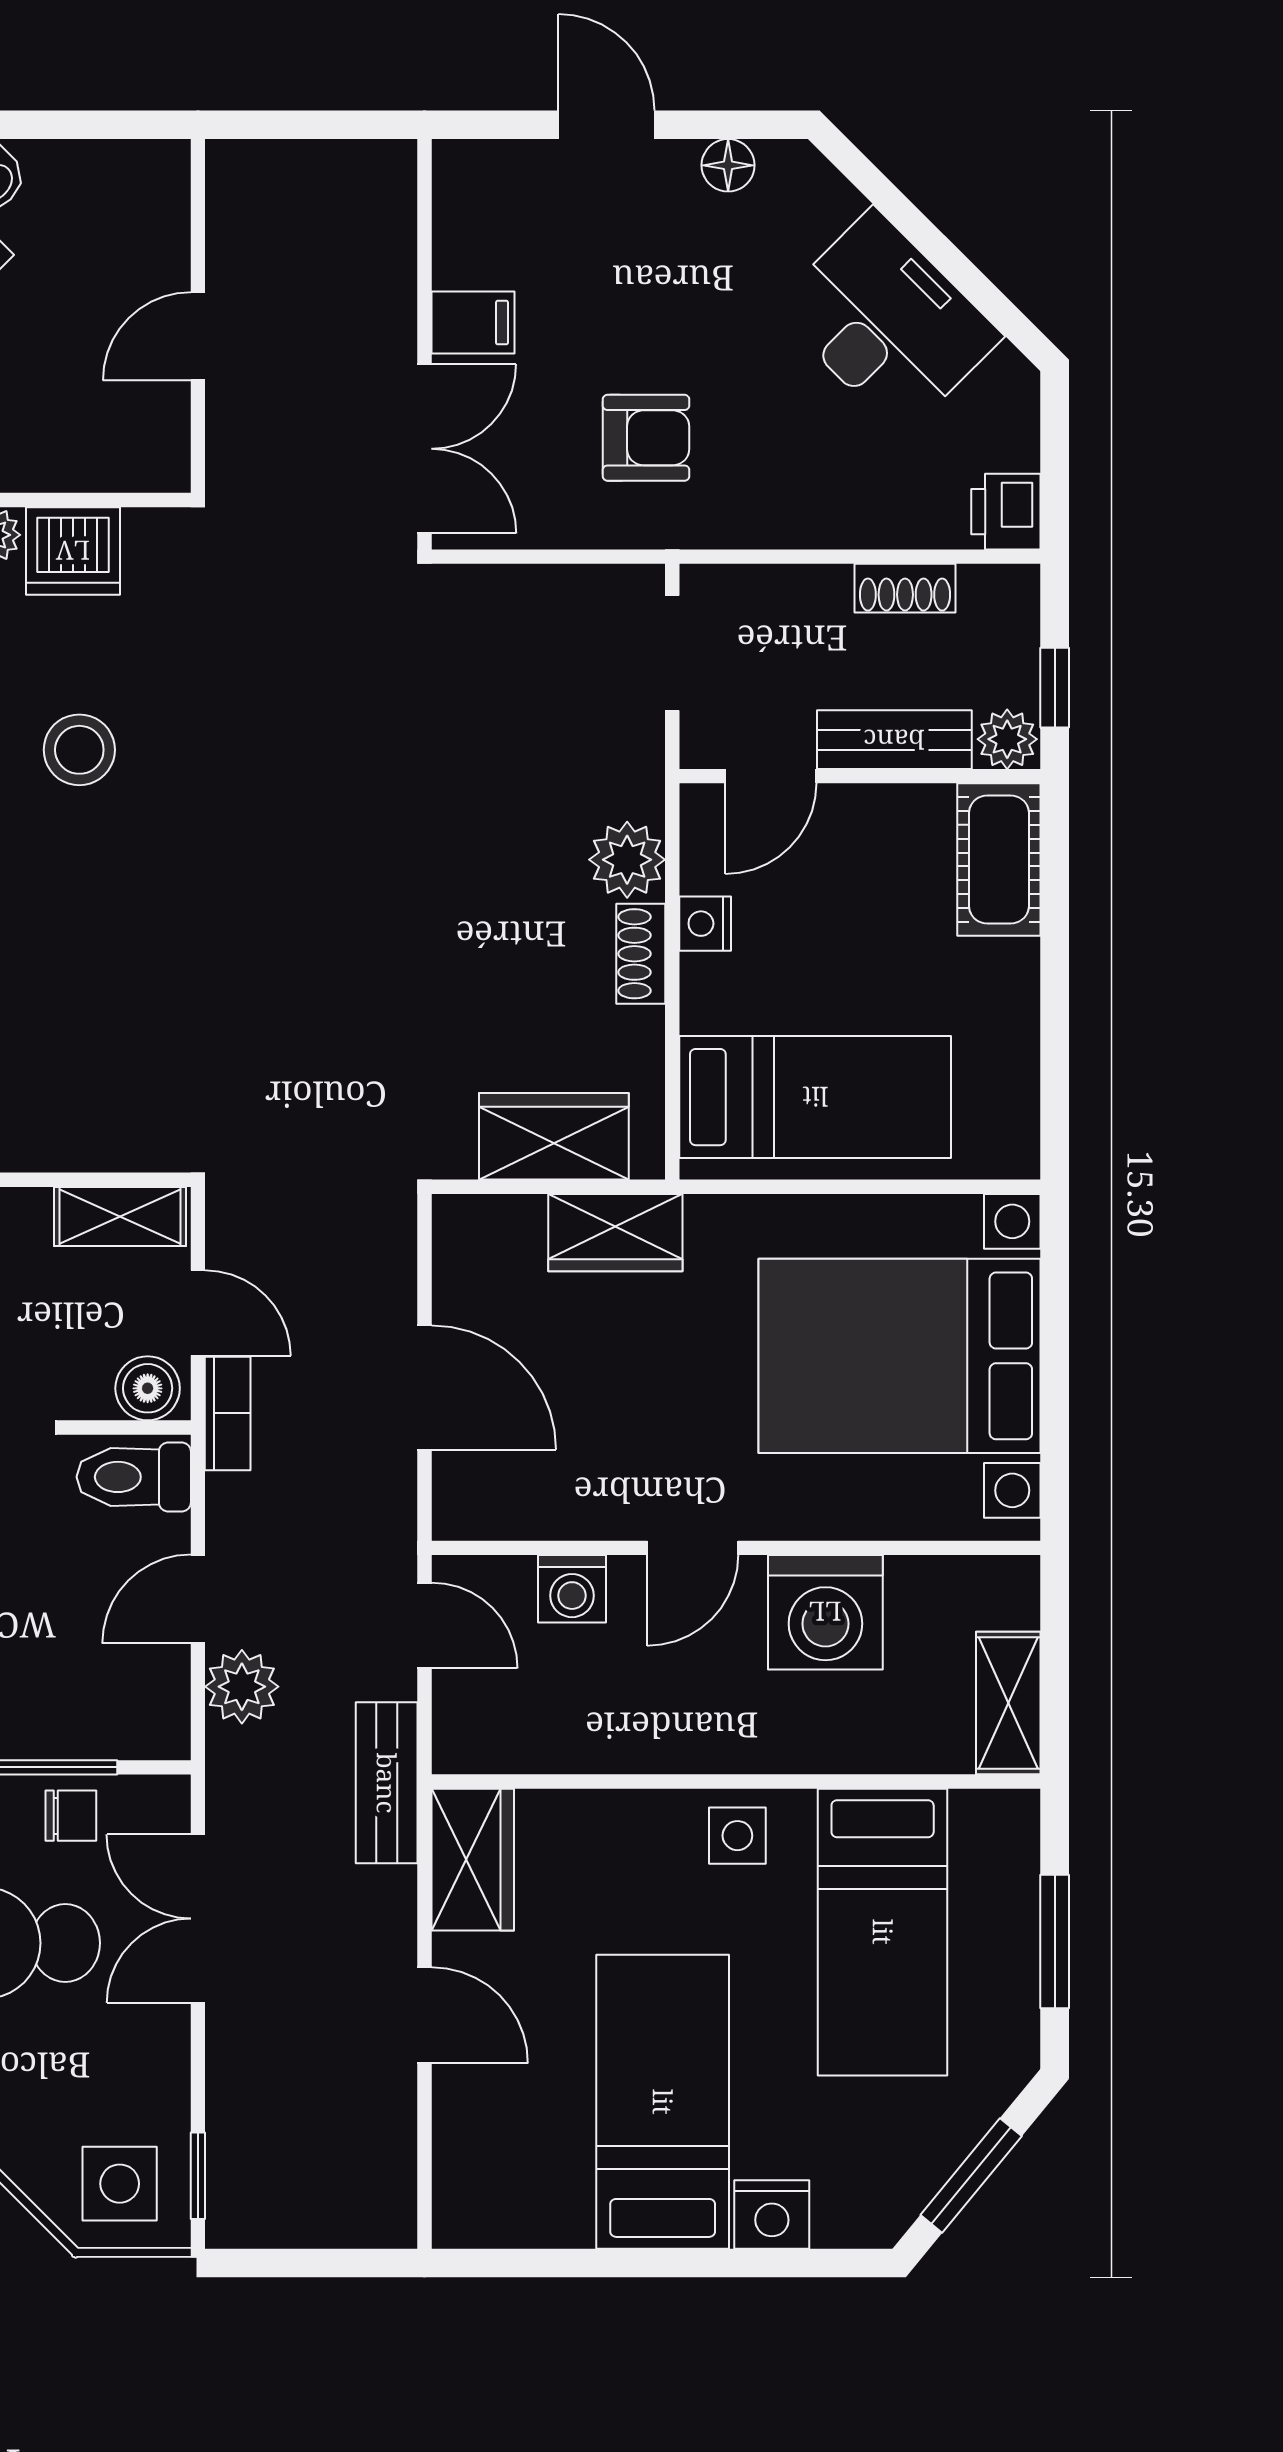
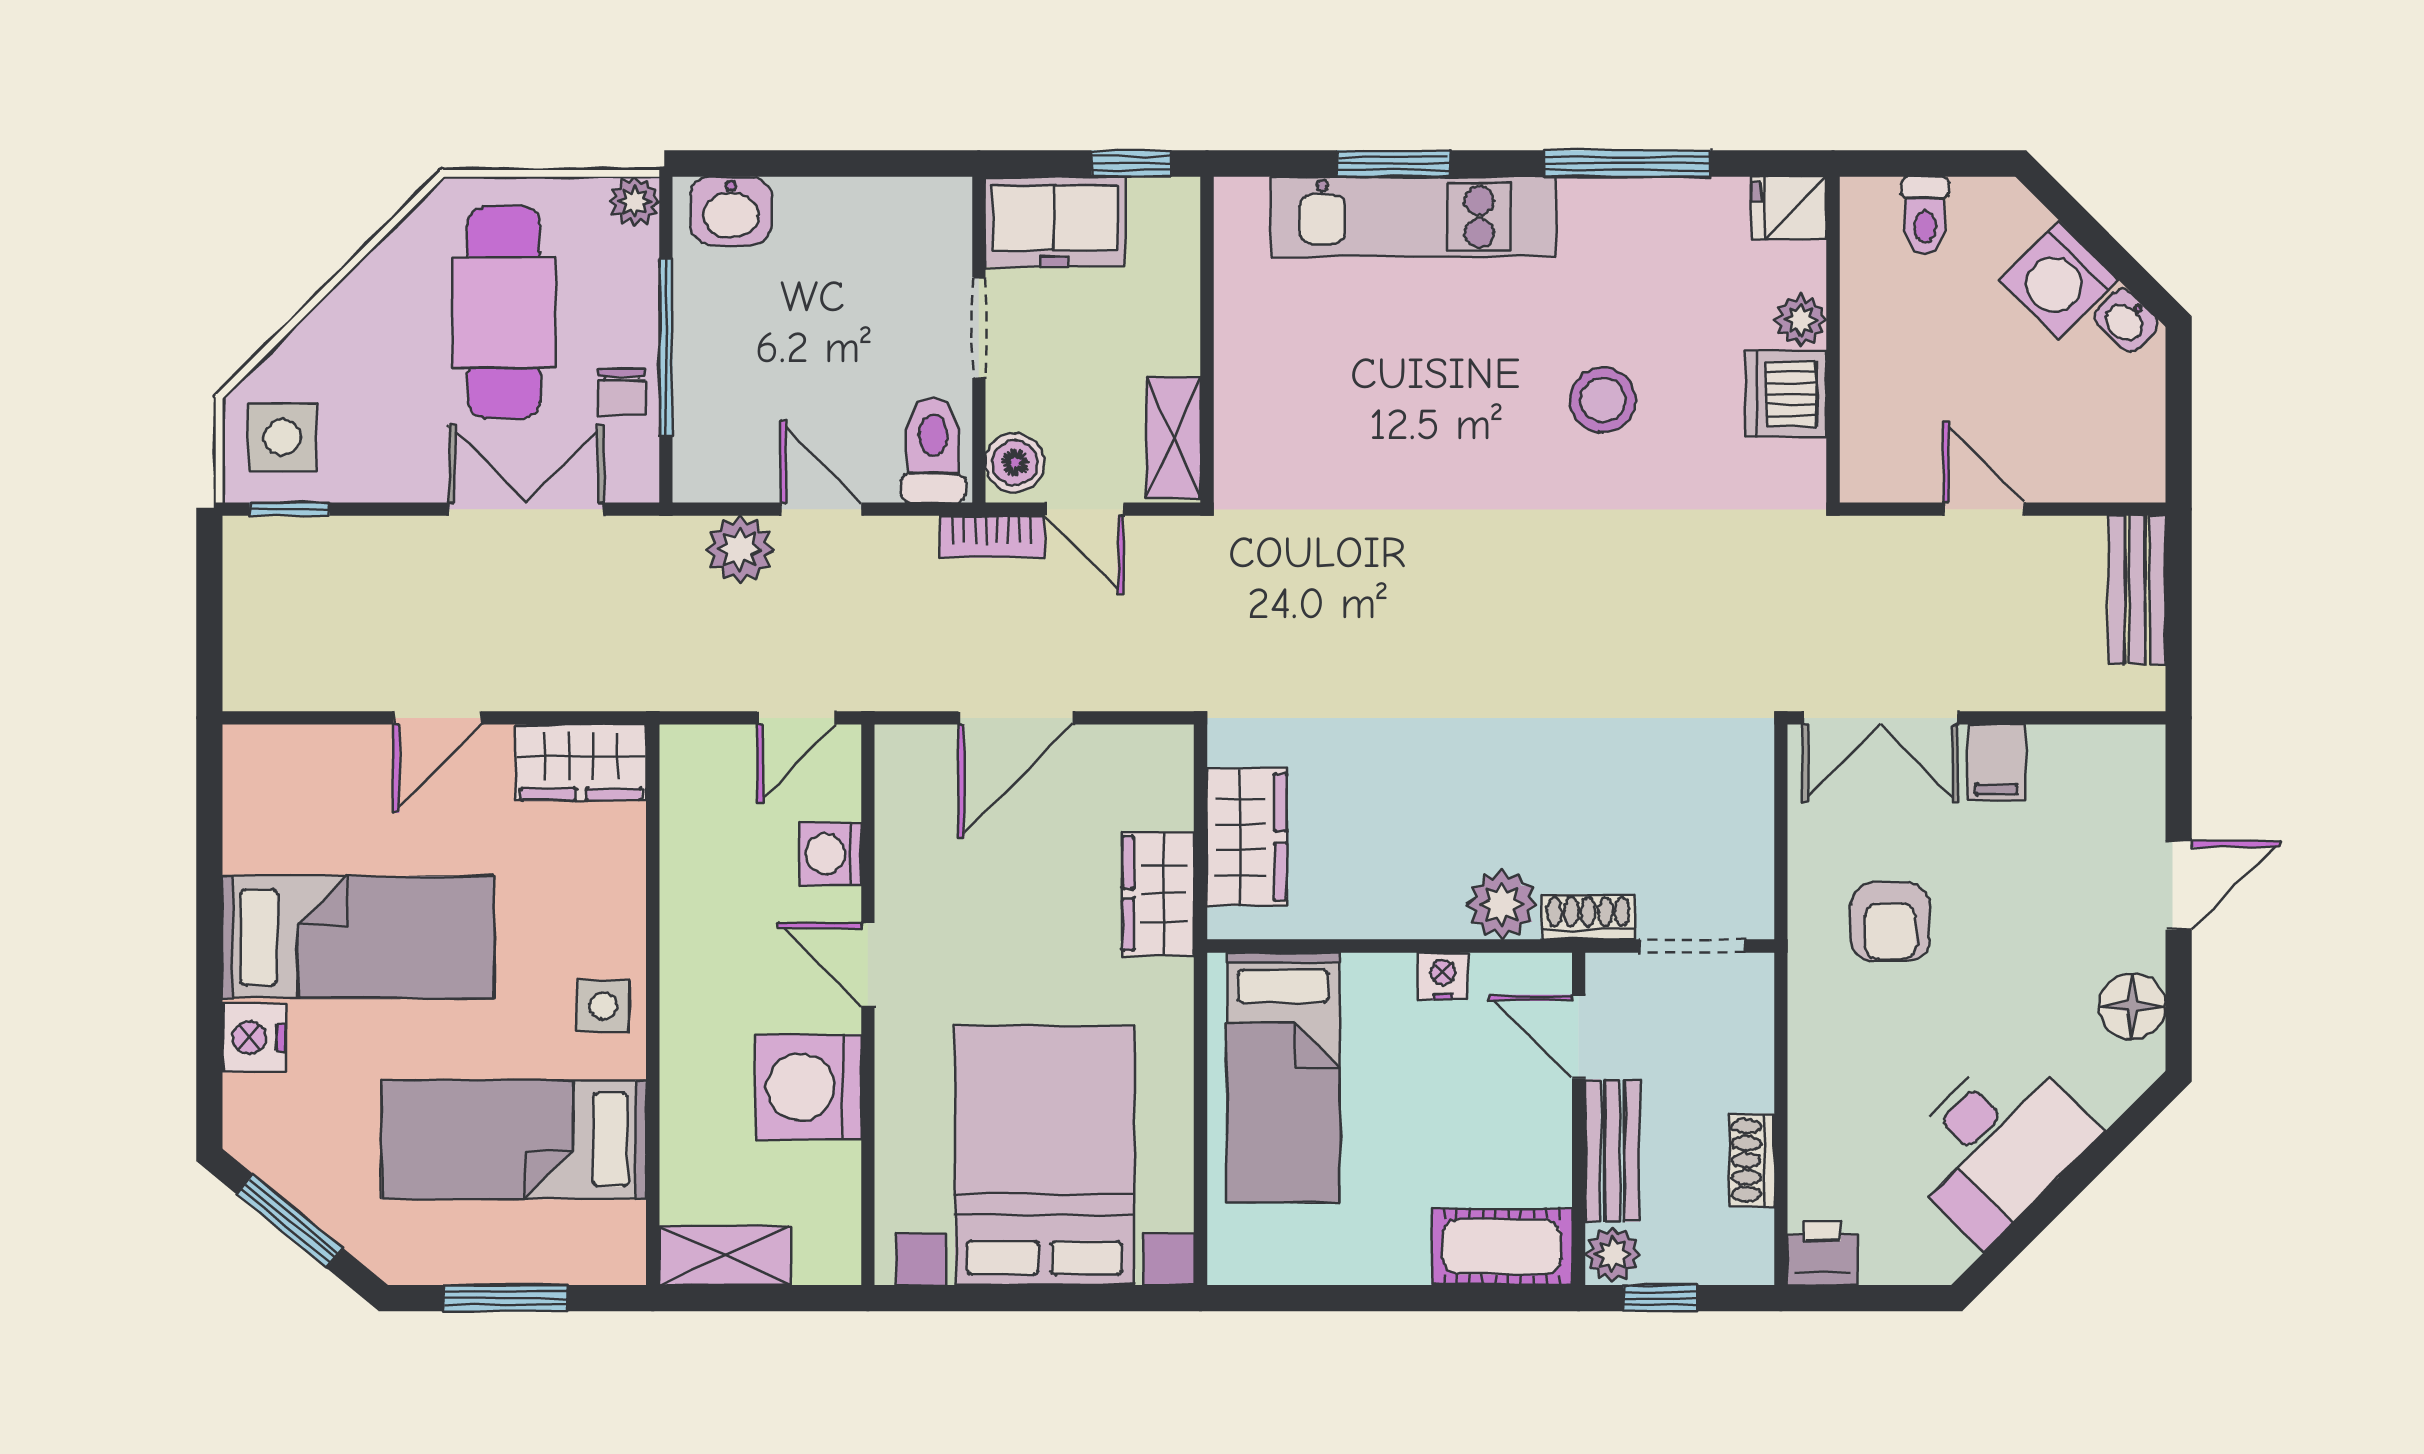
floor lamp: (728, 165) -> (2132, 1006), width x1.37, depth x1.37
shoe rack: (641, 954) -> (1588, 917), moved
door: (198, 1313) -> (1084, 509), hinge flipped
bench: (387, 1783) -> (2137, 590), moved, turned 90

